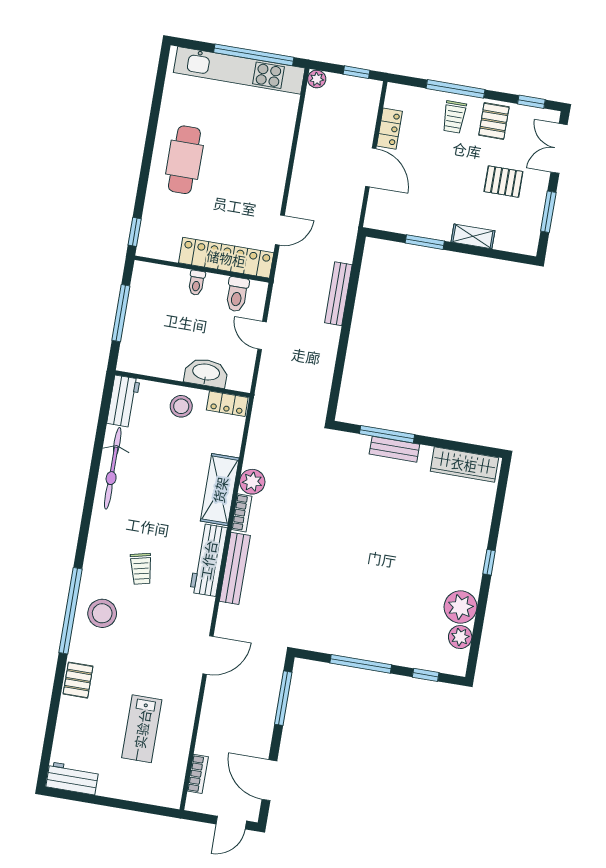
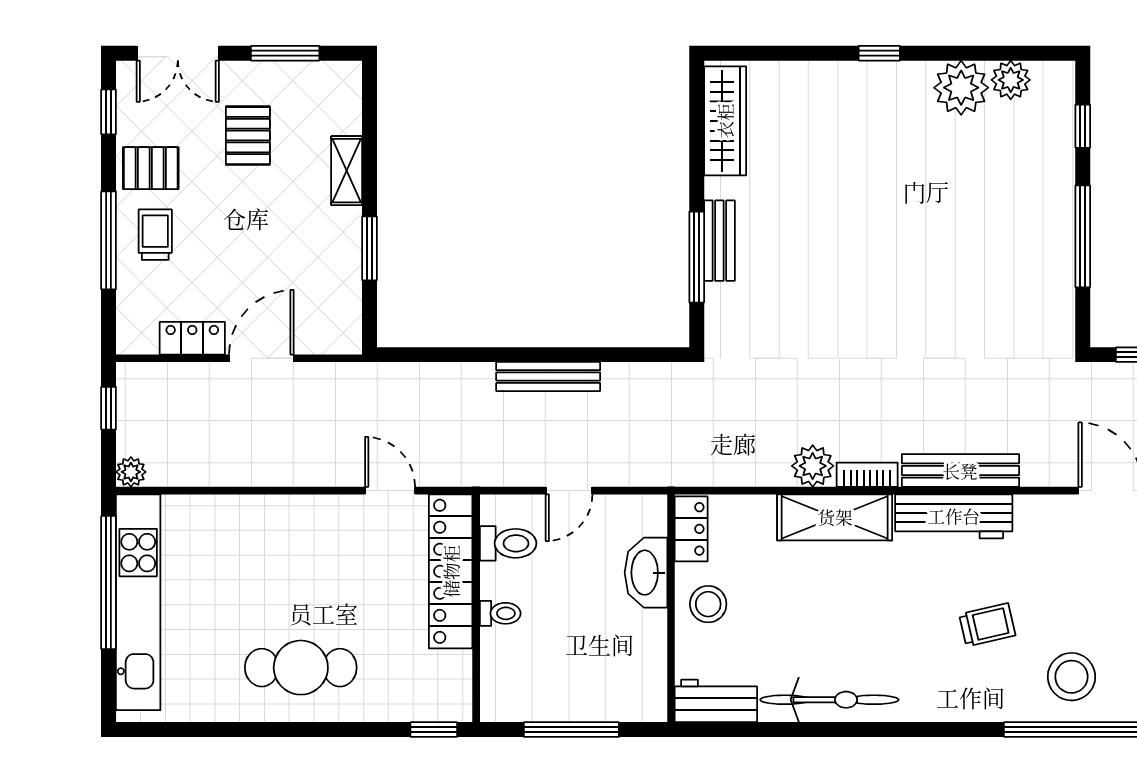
trolley: (454, 117) -> (155, 235), turned -90
bench: (338, 294) -> (548, 377), moved

